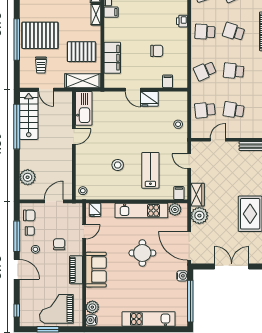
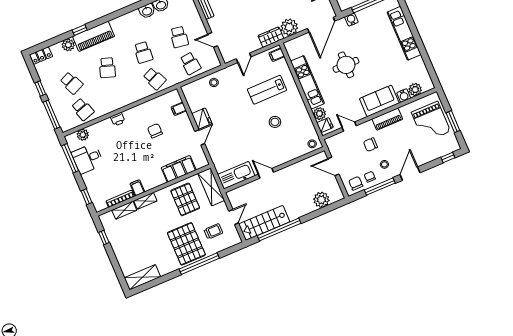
school desk: (205, 32) -> (119, 94), removed
plant: (175, 209) -> (320, 114), moved
water cooler: (91, 320) -> (404, 96), moved

